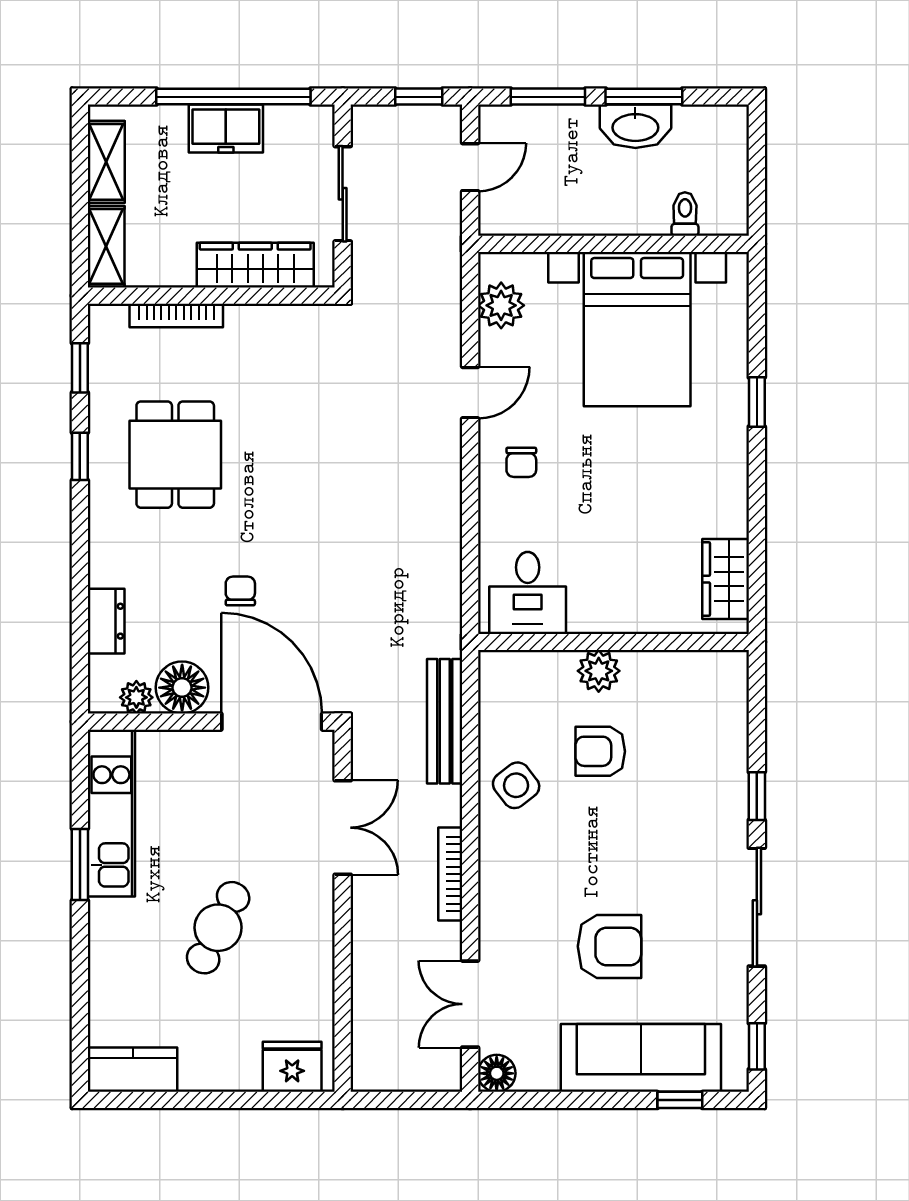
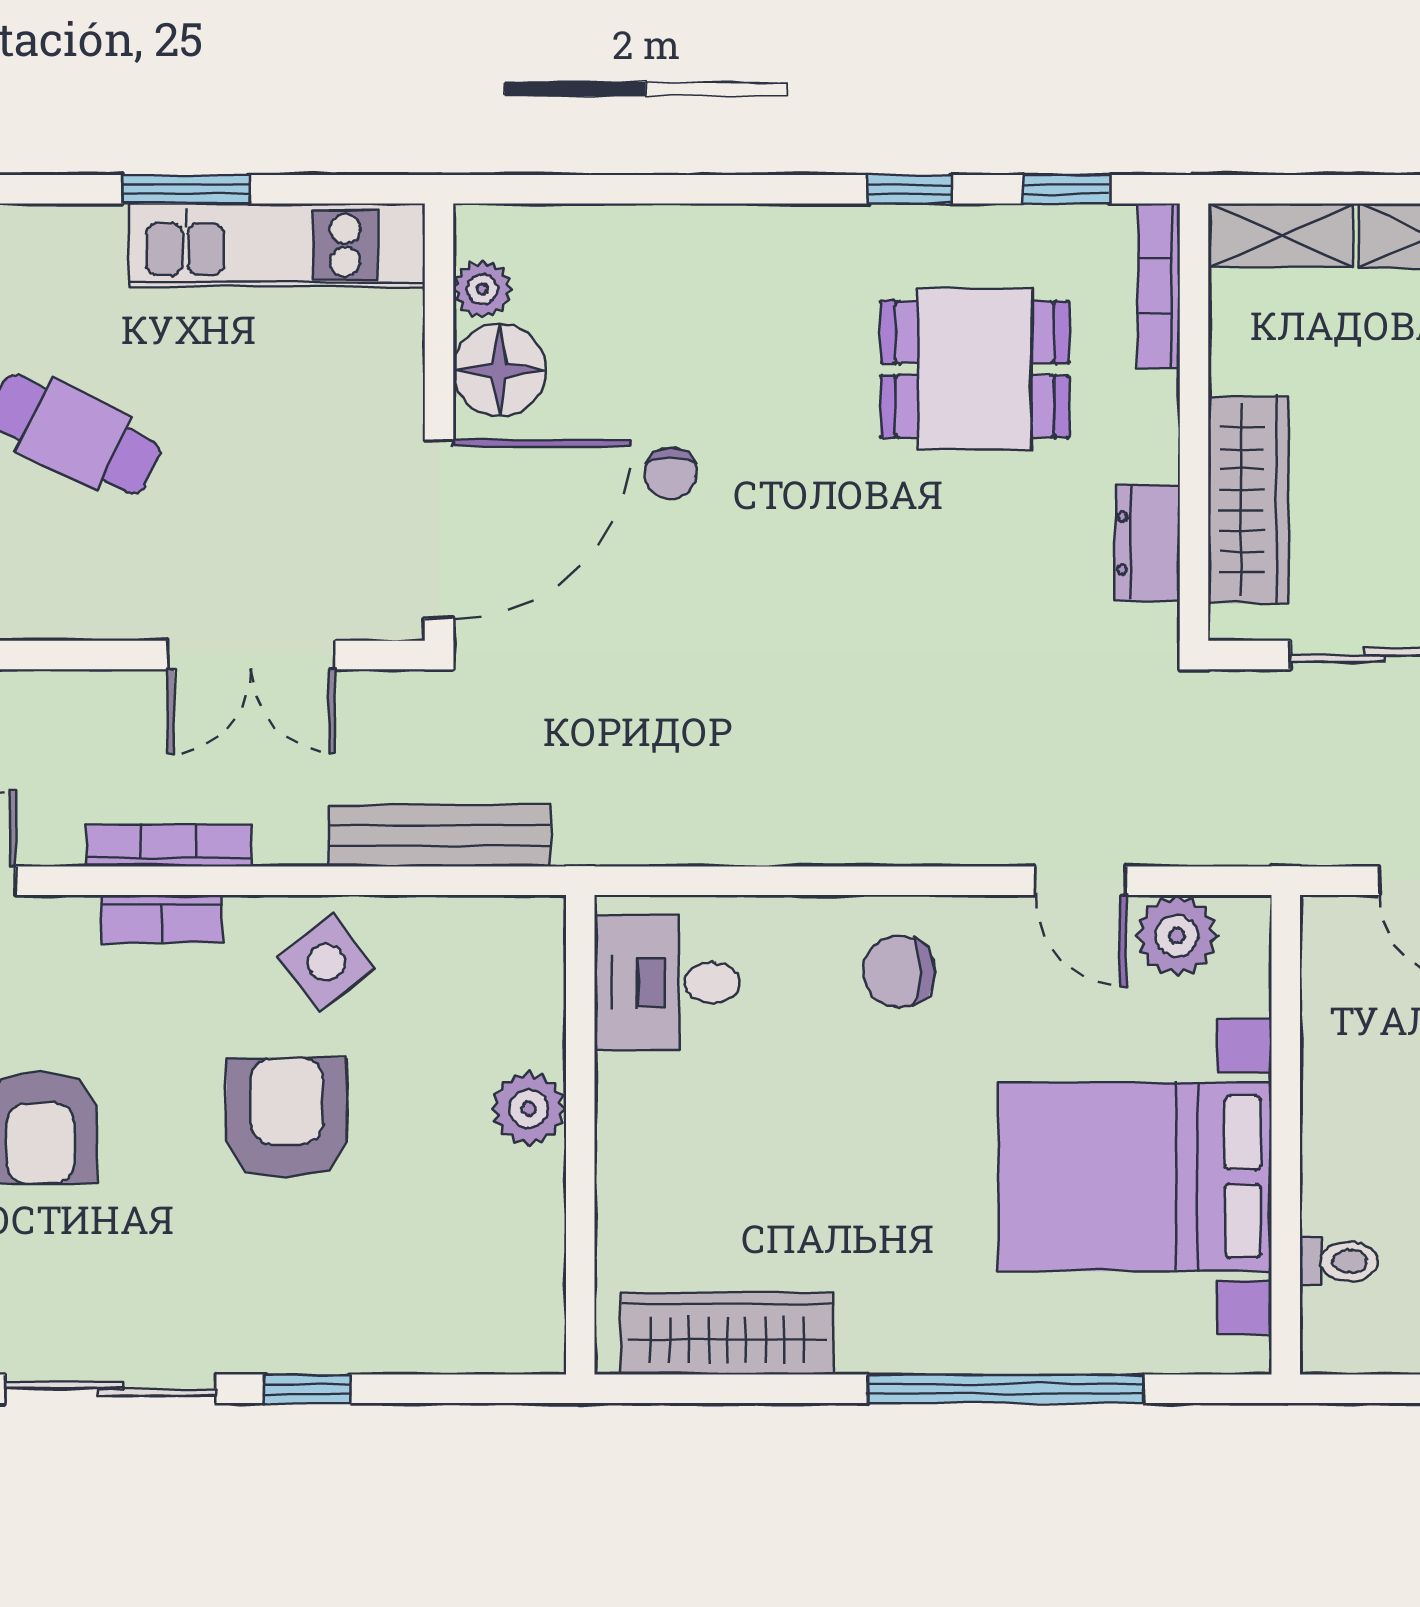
bookcase: (176, 315) -> (1159, 286), moved
door: (470, 393) -> (1080, 881), moved
window: (757, 402) -> (1006, 1389), width x3.17
dining table: (175, 455) -> (975, 369), moved
chair: (521, 462) -> (899, 971), width x1.37, depth x1.37
wardrobe: (726, 579) -> (727, 1334), width x1.50
chair: (240, 591) -> (671, 473), turned 90
dresser: (106, 621) -> (1148, 543), moved, turned 90
armchair: (600, 751) -> (287, 1118), moved, width x1.38, depth x1.38
bookcase: (492, 878) -> (162, 919), added

